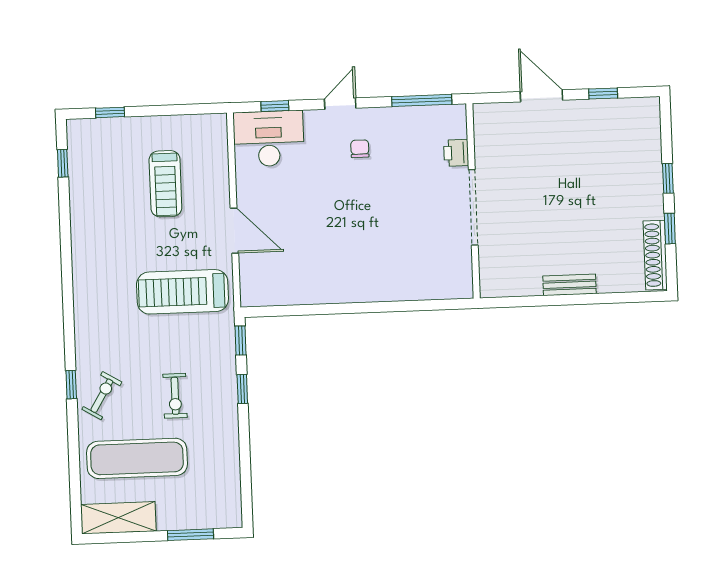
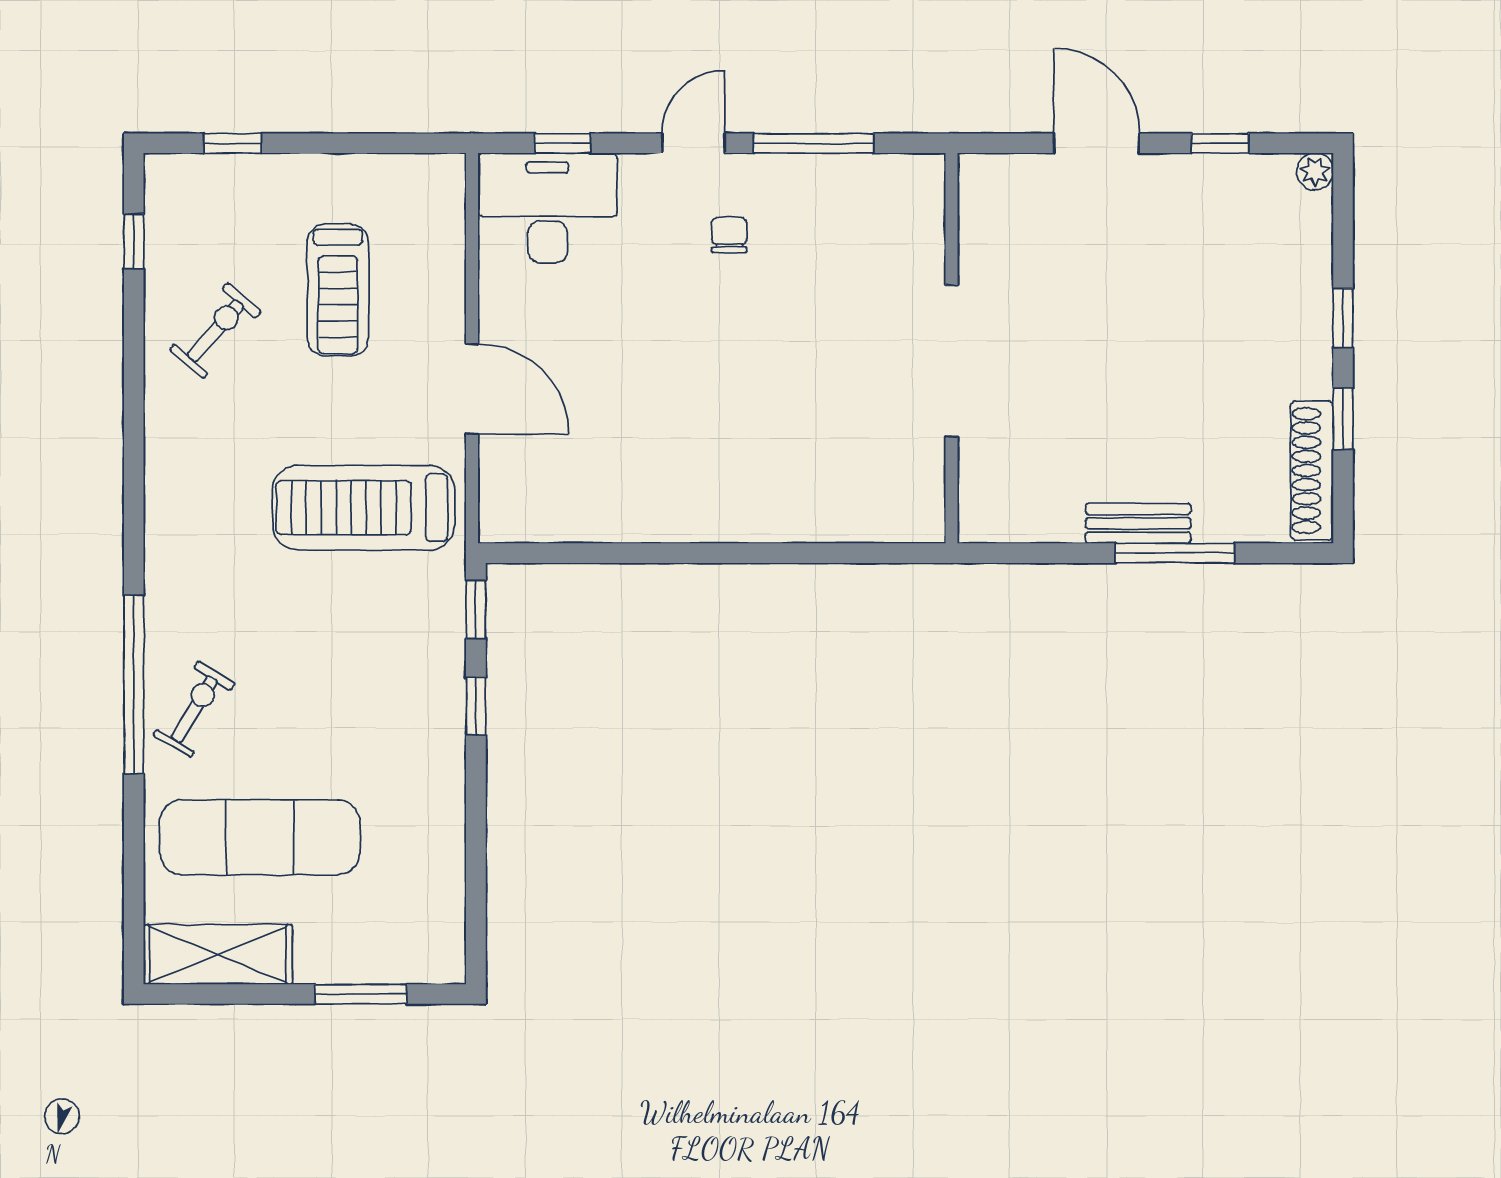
window: (422, 100) -> (814, 143), moved
plant: (651, 106) -> (1315, 171), added
printer: (456, 153) -> (922, 251), removed
window: (589, 299) -> (1175, 553), added
window: (71, 385) -> (134, 685), width x3.17
exercise bike: (175, 396) -> (215, 331), moved, turned -139

